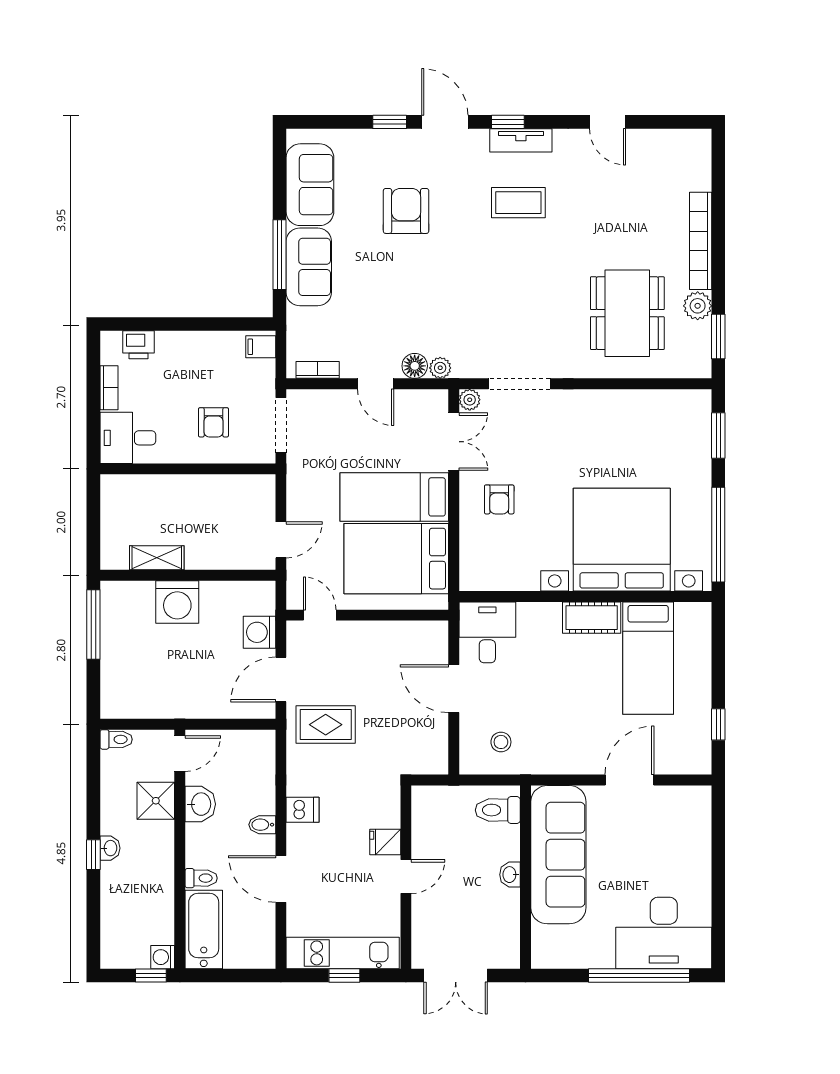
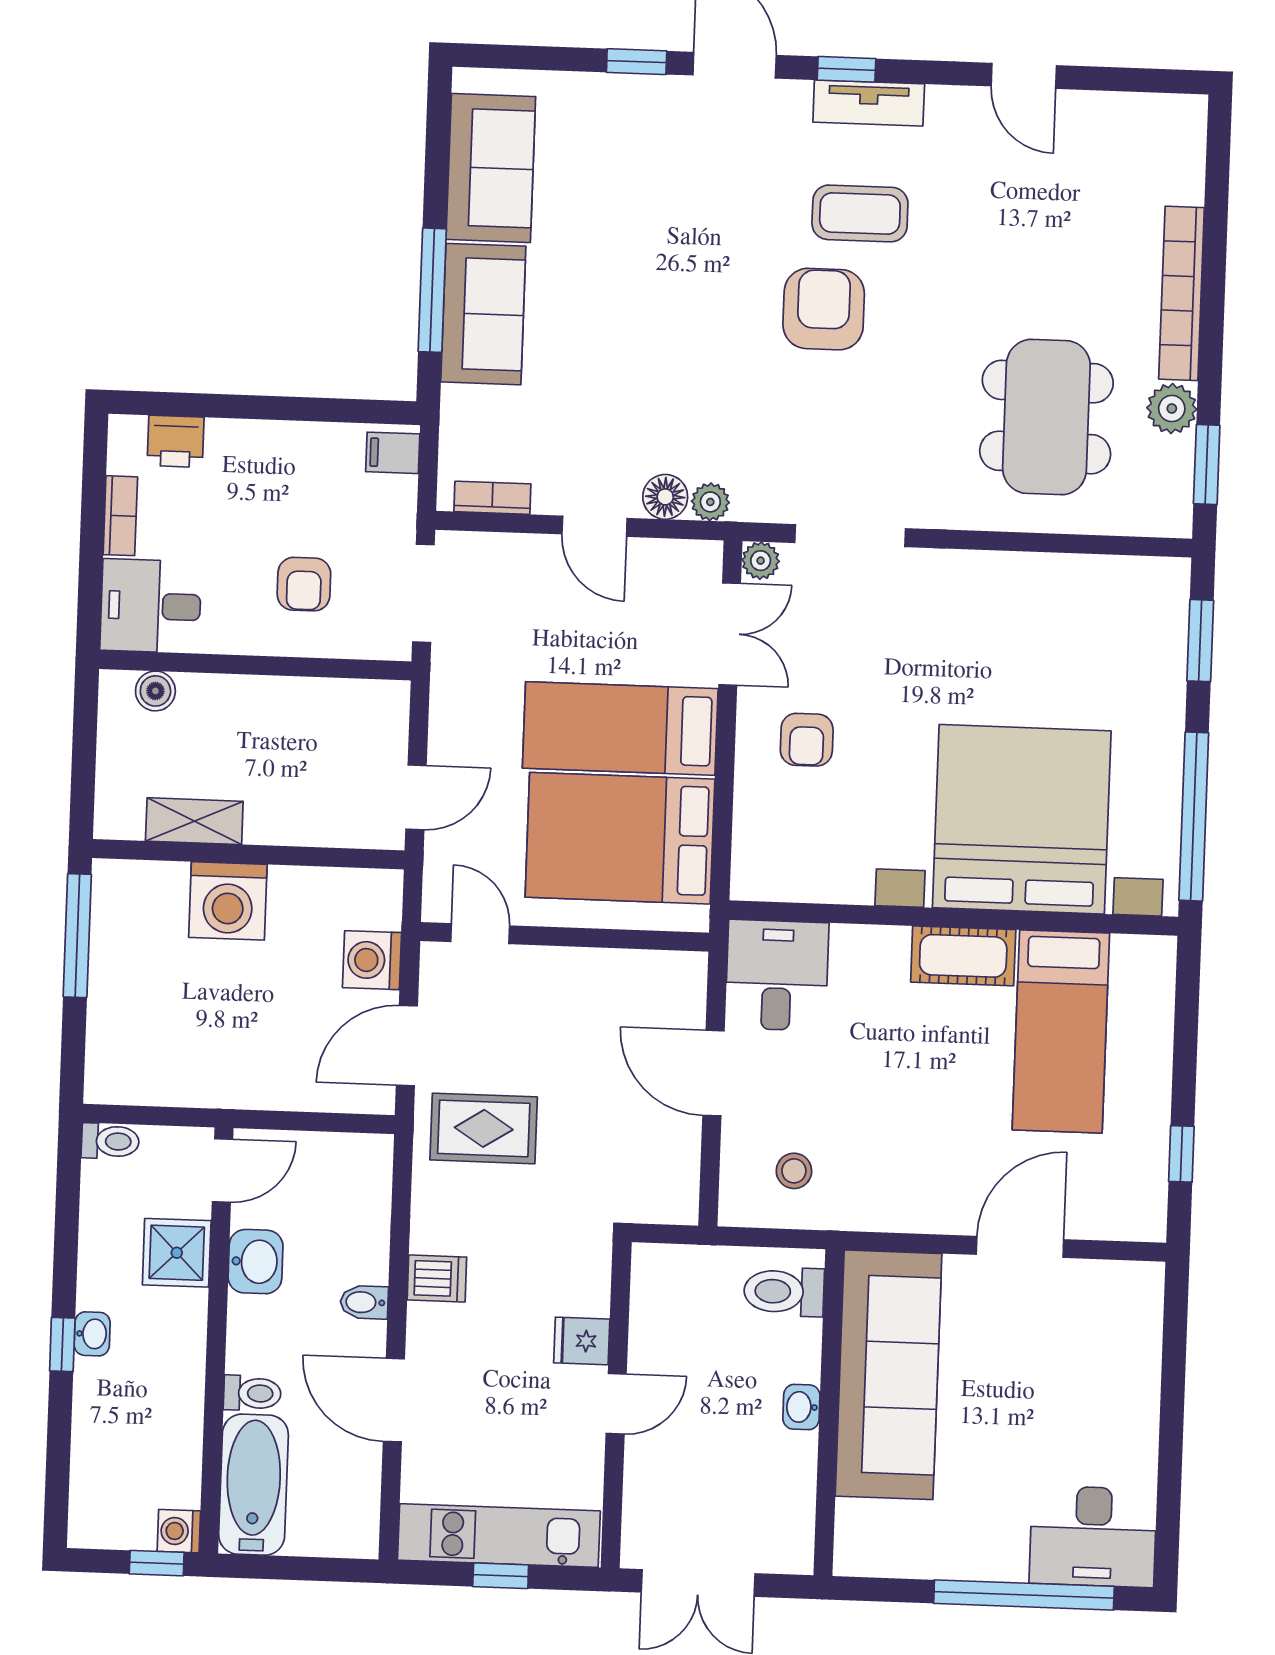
armchair: (406, 211) -> (824, 309), moved
boiler: (132, 485) -> (155, 691), added
desk: (664, 933) -> (1093, 1536), width x0.73, depth x0.77

